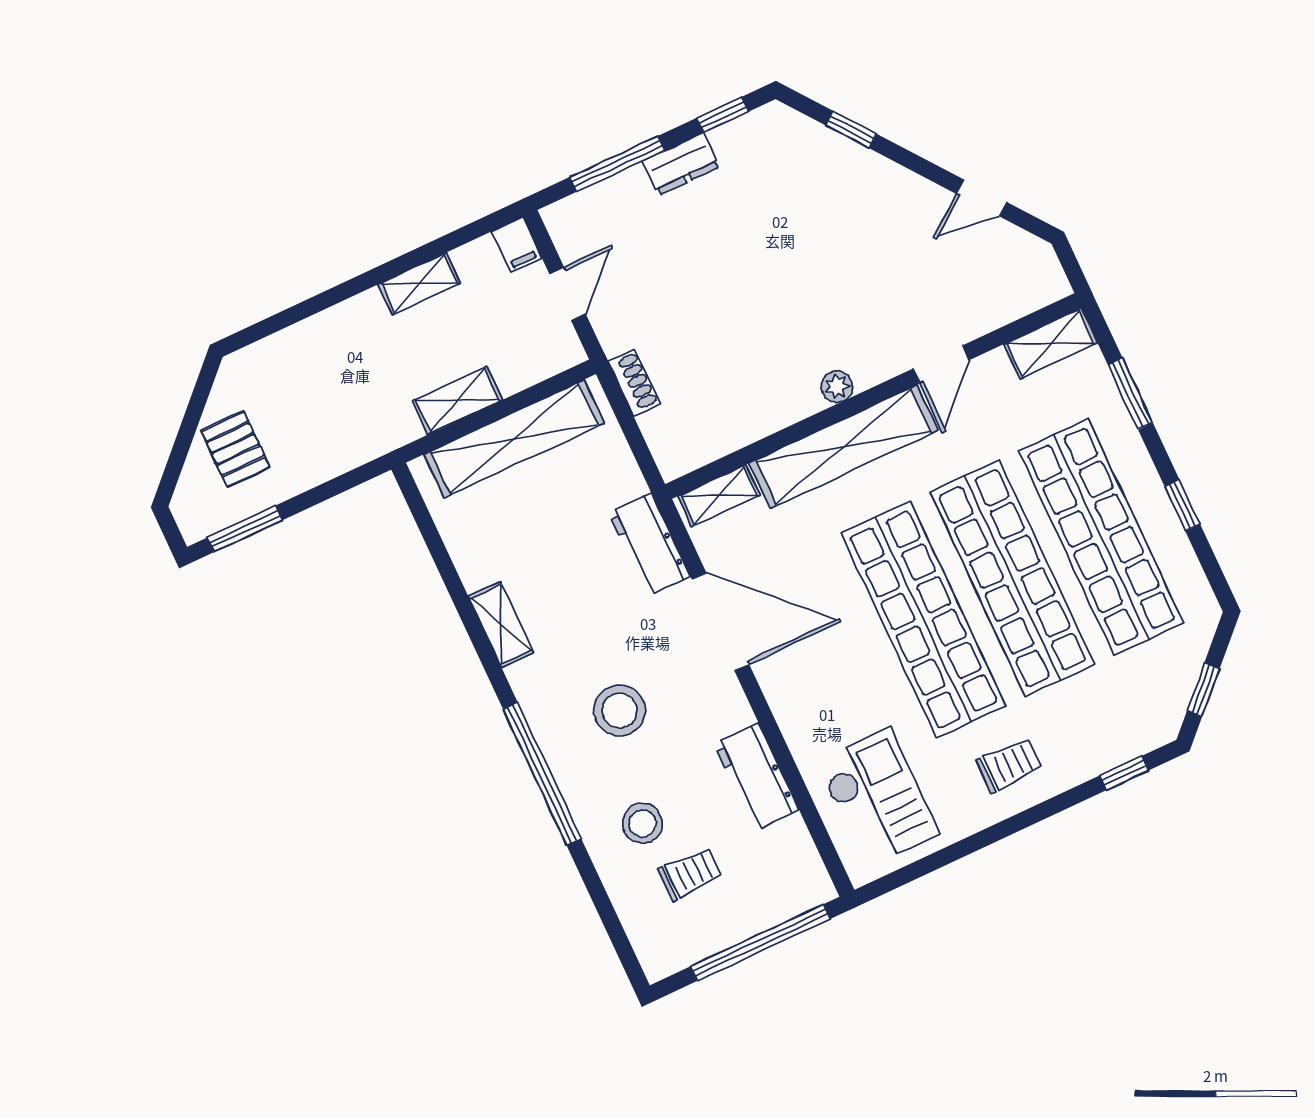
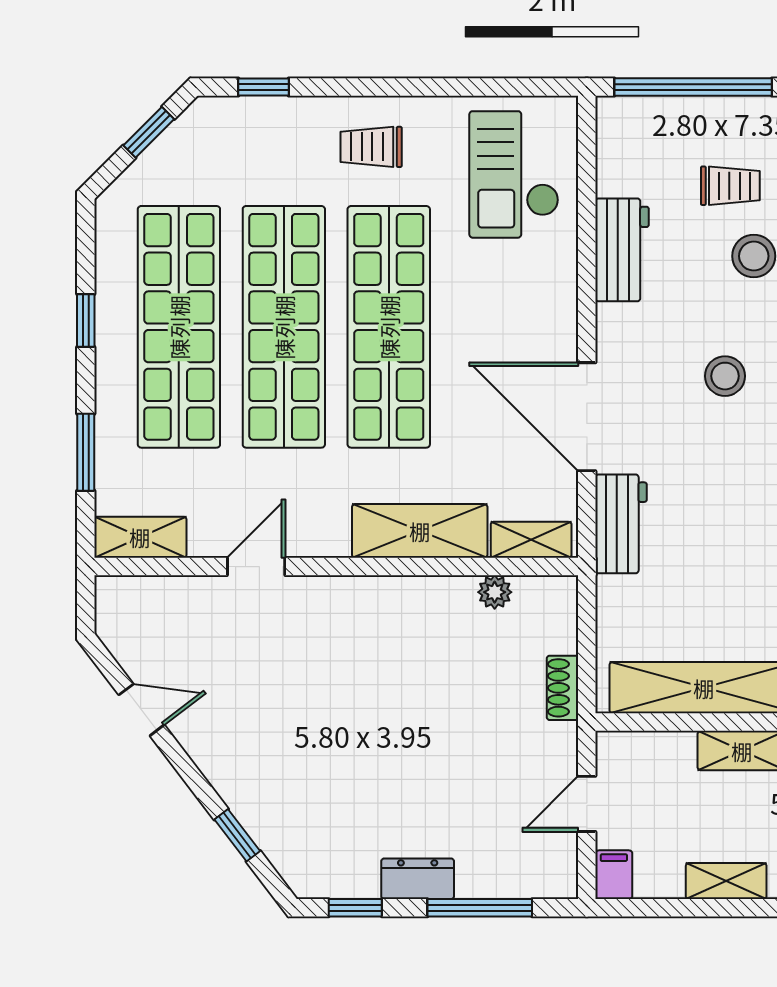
plant: (837, 387) -> (495, 592), moved
shelving: (843, 447) -> (420, 531), width x0.68
stool: (619, 711) -> (725, 376), width x0.73, depth x0.73
trolley: (690, 874) -> (730, 186), turned 180

